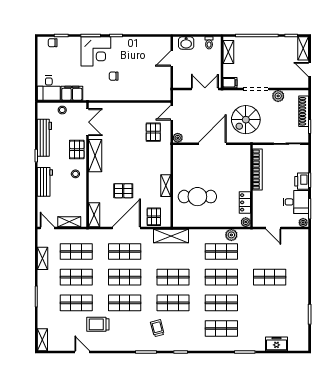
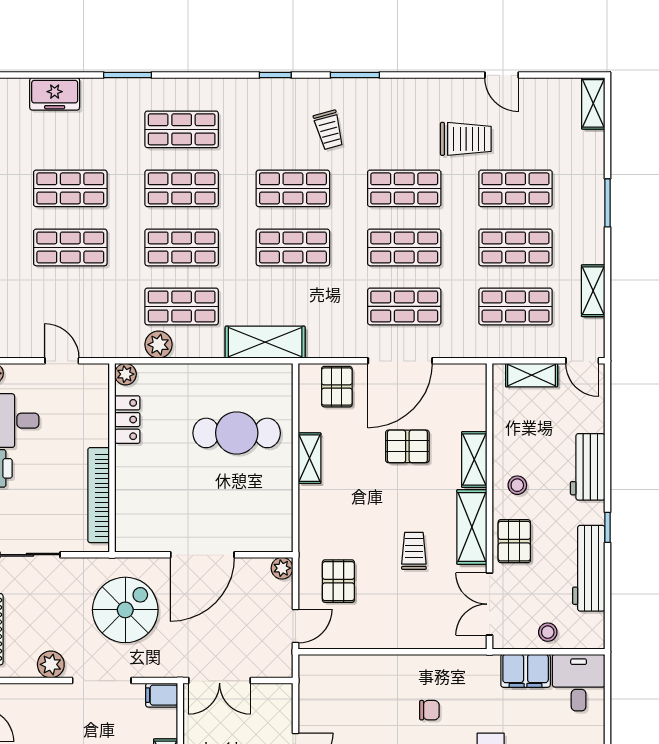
trolley: (120, 145) -> (414, 551), added
shelving: (94, 215) -> (474, 460), moved
shelving: (171, 236) -> (265, 342), moved
shop shelf: (270, 303) -> (70, 188), added

